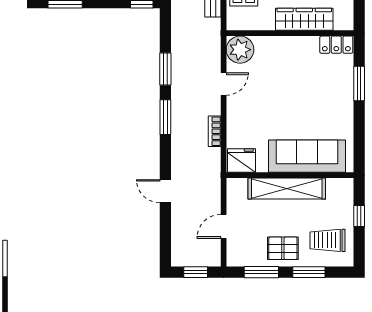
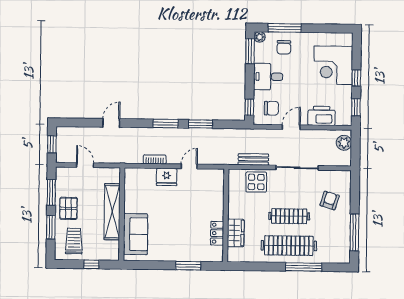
wardrobe: (304, 19) -> (236, 233), width x0.67
locker: (336, 45) -> (217, 233), moved
plant: (240, 50) -> (214, 179), removed
door: (224, 84) -> (189, 166), swing flipped
sofa: (307, 156) -> (136, 234), width x0.73
fridge: (242, 161) -> (167, 177), moved, turned 90

